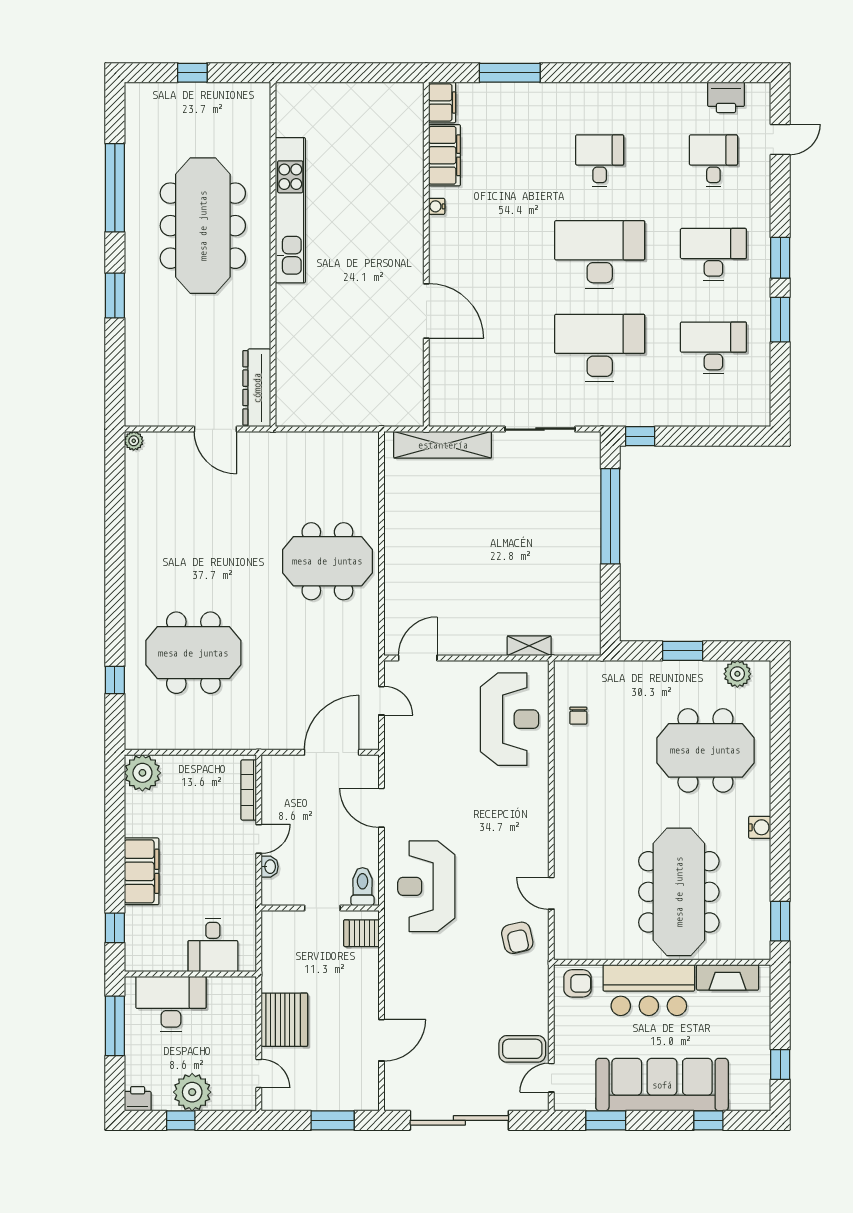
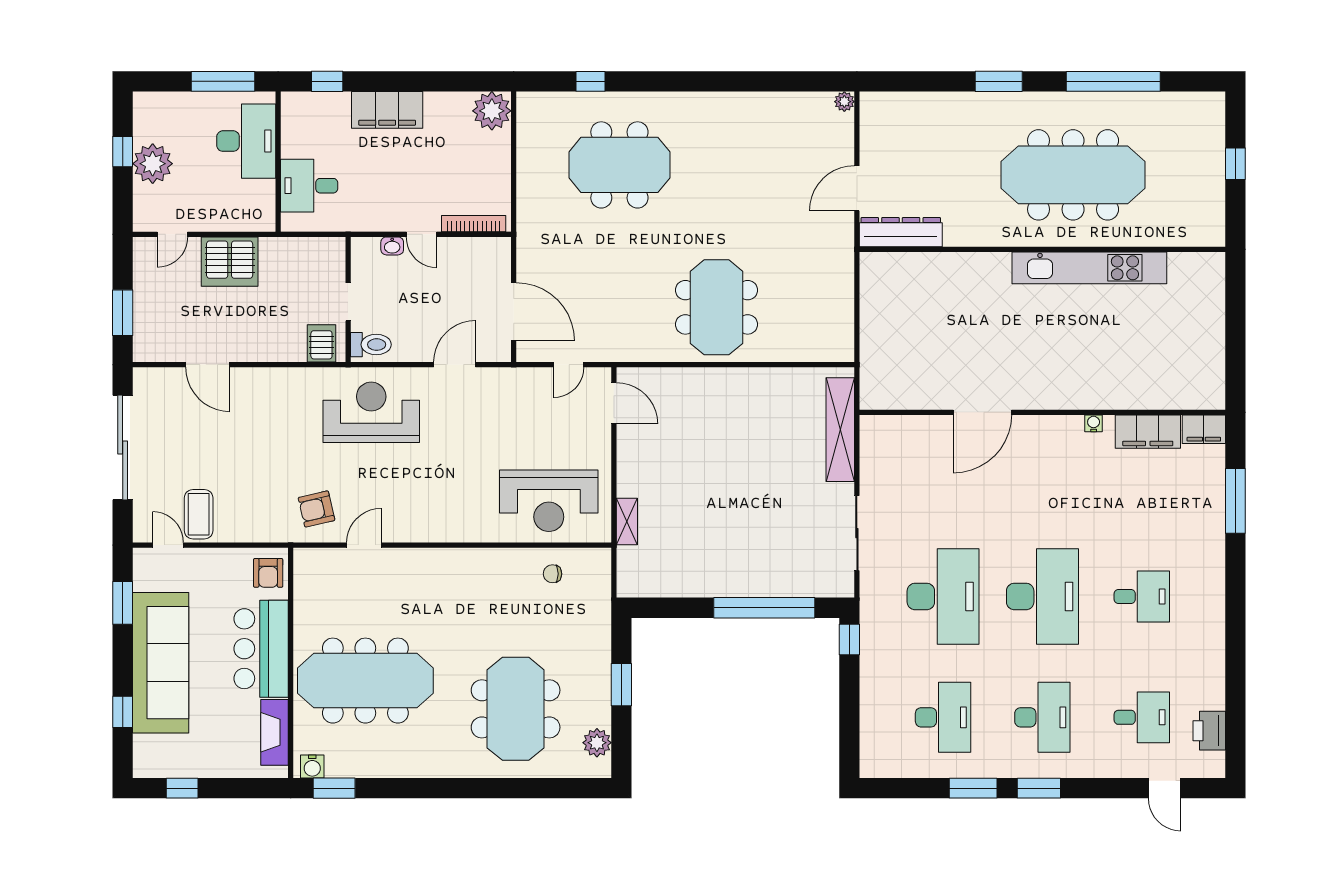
meeting table: (193, 653) -> (619, 165), turned 90
water cooler: (760, 827) -> (312, 766), moved
printer: (138, 1099) -> (146, 106), removed

